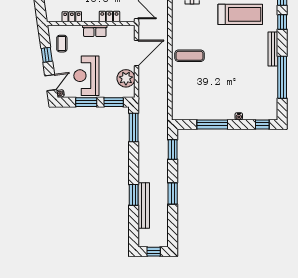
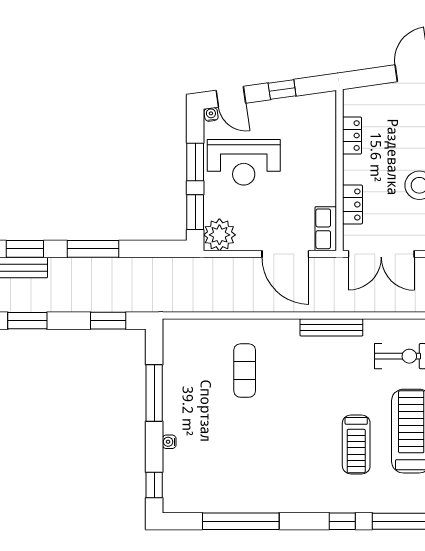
treadmill: (240, 14) -> (356, 445), width x0.73, depth x0.73
row of seats: (95, 31) -> (326, 229), moved
coffee table: (62, 44) -> (303, 117), removed
bench: (273, 49) -> (331, 327), moved
exercise mat: (190, 56) -> (245, 371), moved
reception desk: (86, 76) -> (244, 162), turned 180
plant: (126, 78) -> (219, 235), moved
window: (134, 127) -> (93, 249), moved

